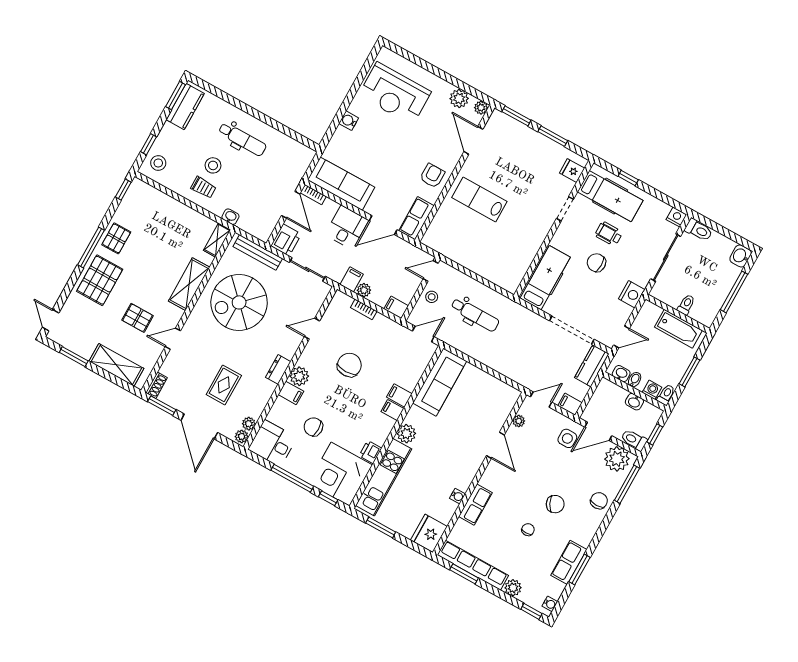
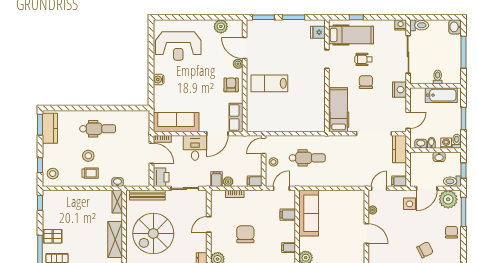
plant: (481, 108) -> (238, 64), moved
pallet: (116, 238) -> (53, 236), turned 90
chair: (596, 263) -> (366, 82), turned 90
filing cabinet: (399, 395) -> (288, 215), moved

